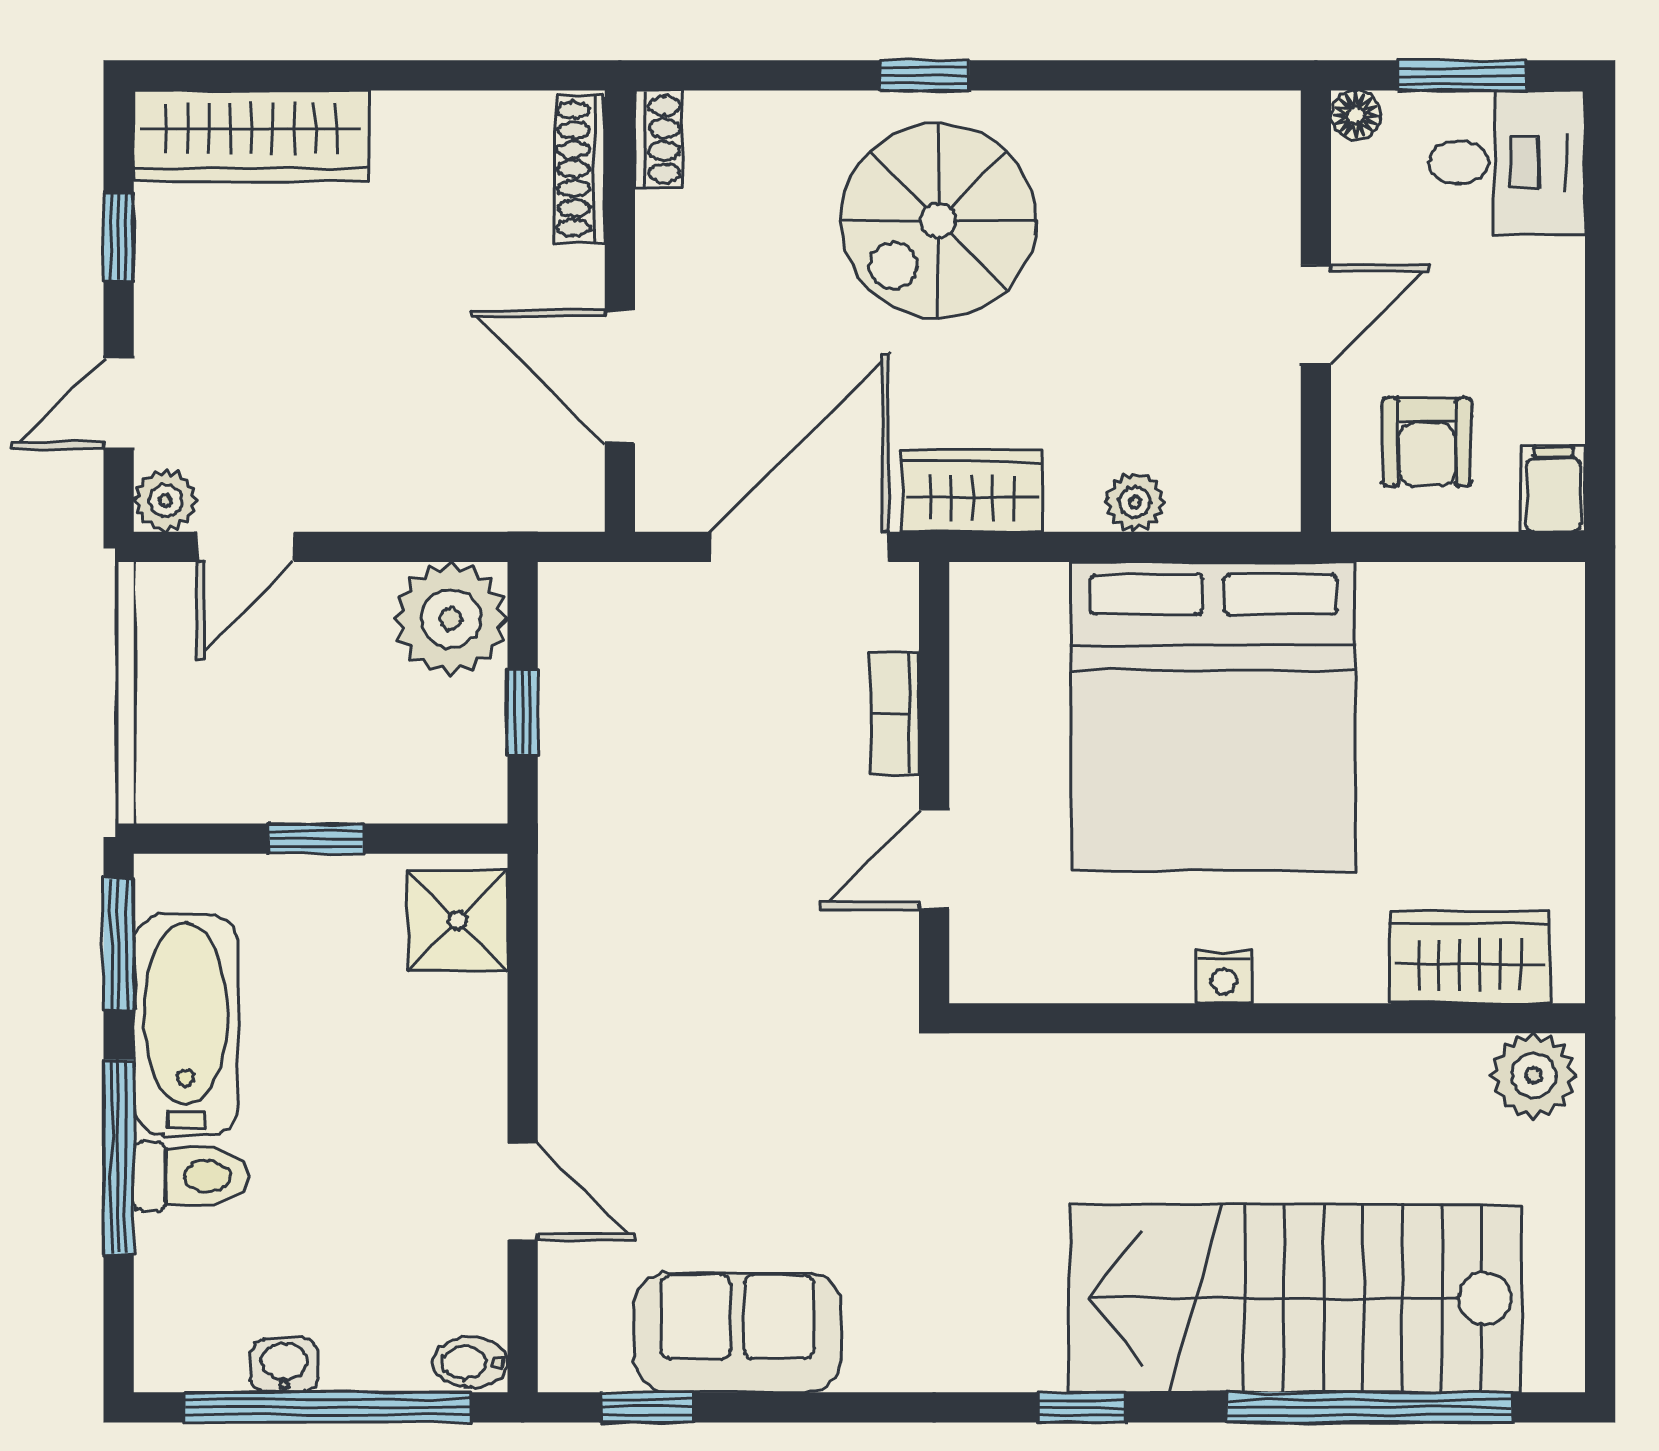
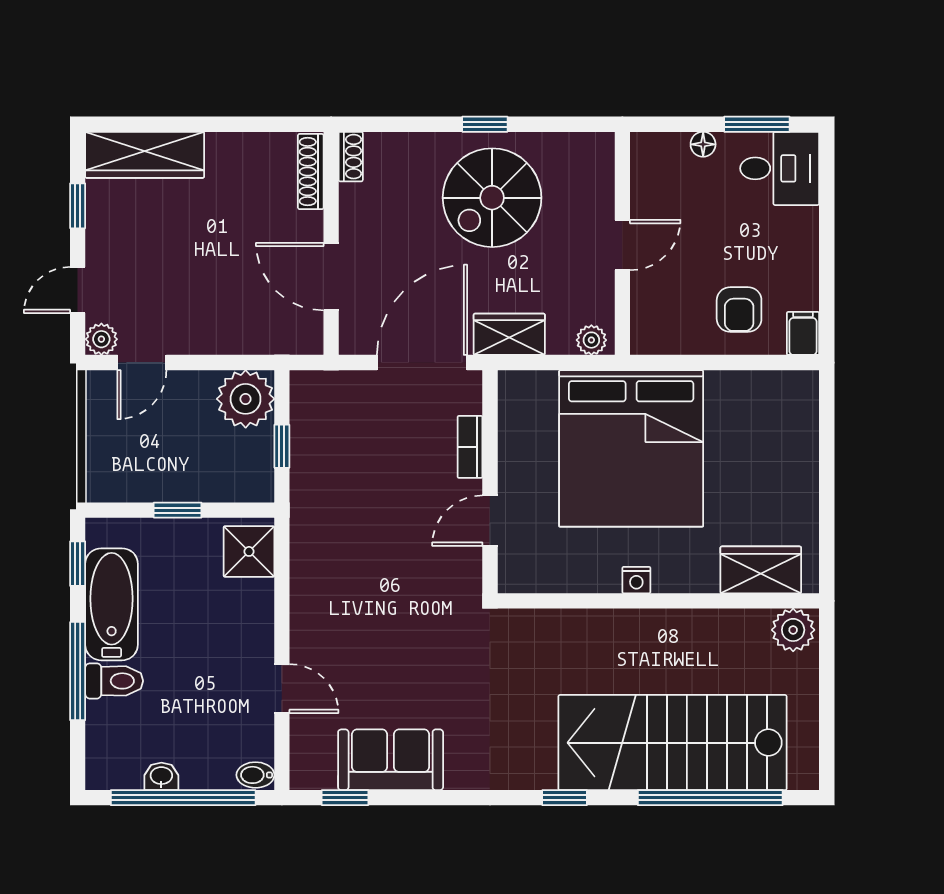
wall: (1316, 311) -> (622, 243), moved
door: (1316, 314) -> (622, 245), moved
window: (119, 944) -> (78, 564), width x0.67

